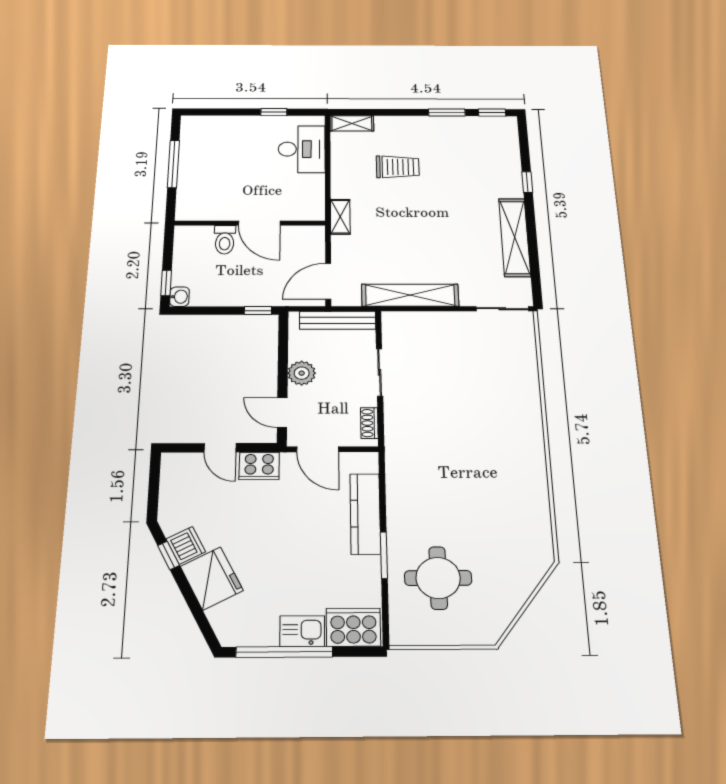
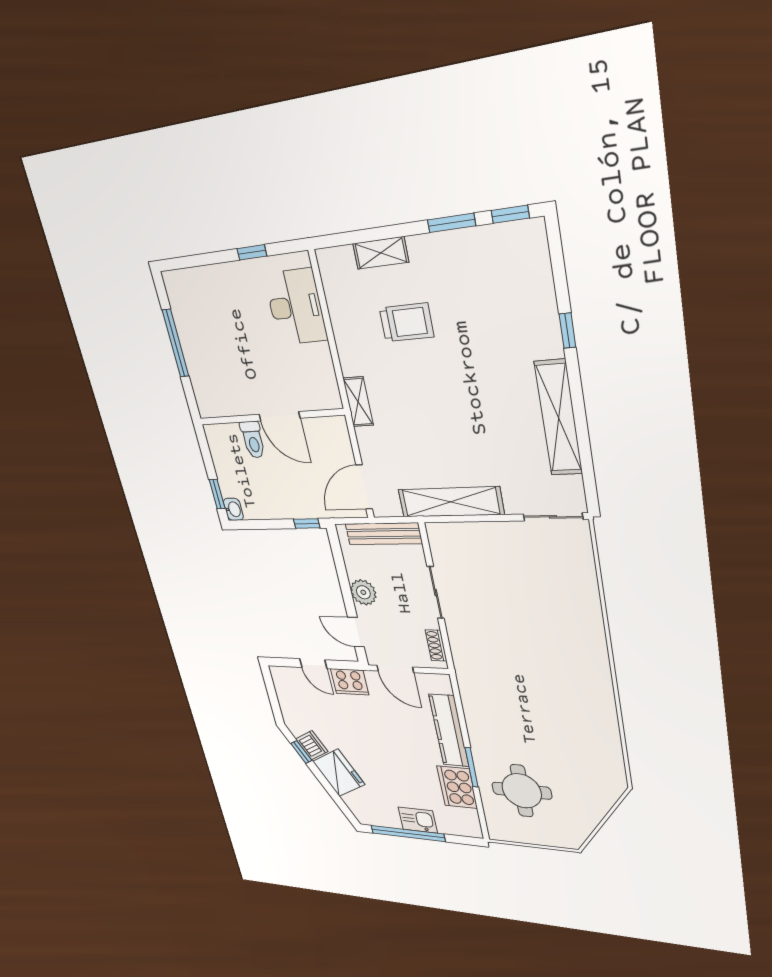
shelving: (352, 123) -> (381, 253), moved
cooker: (353, 627) -> (457, 787), moved, turned -90

